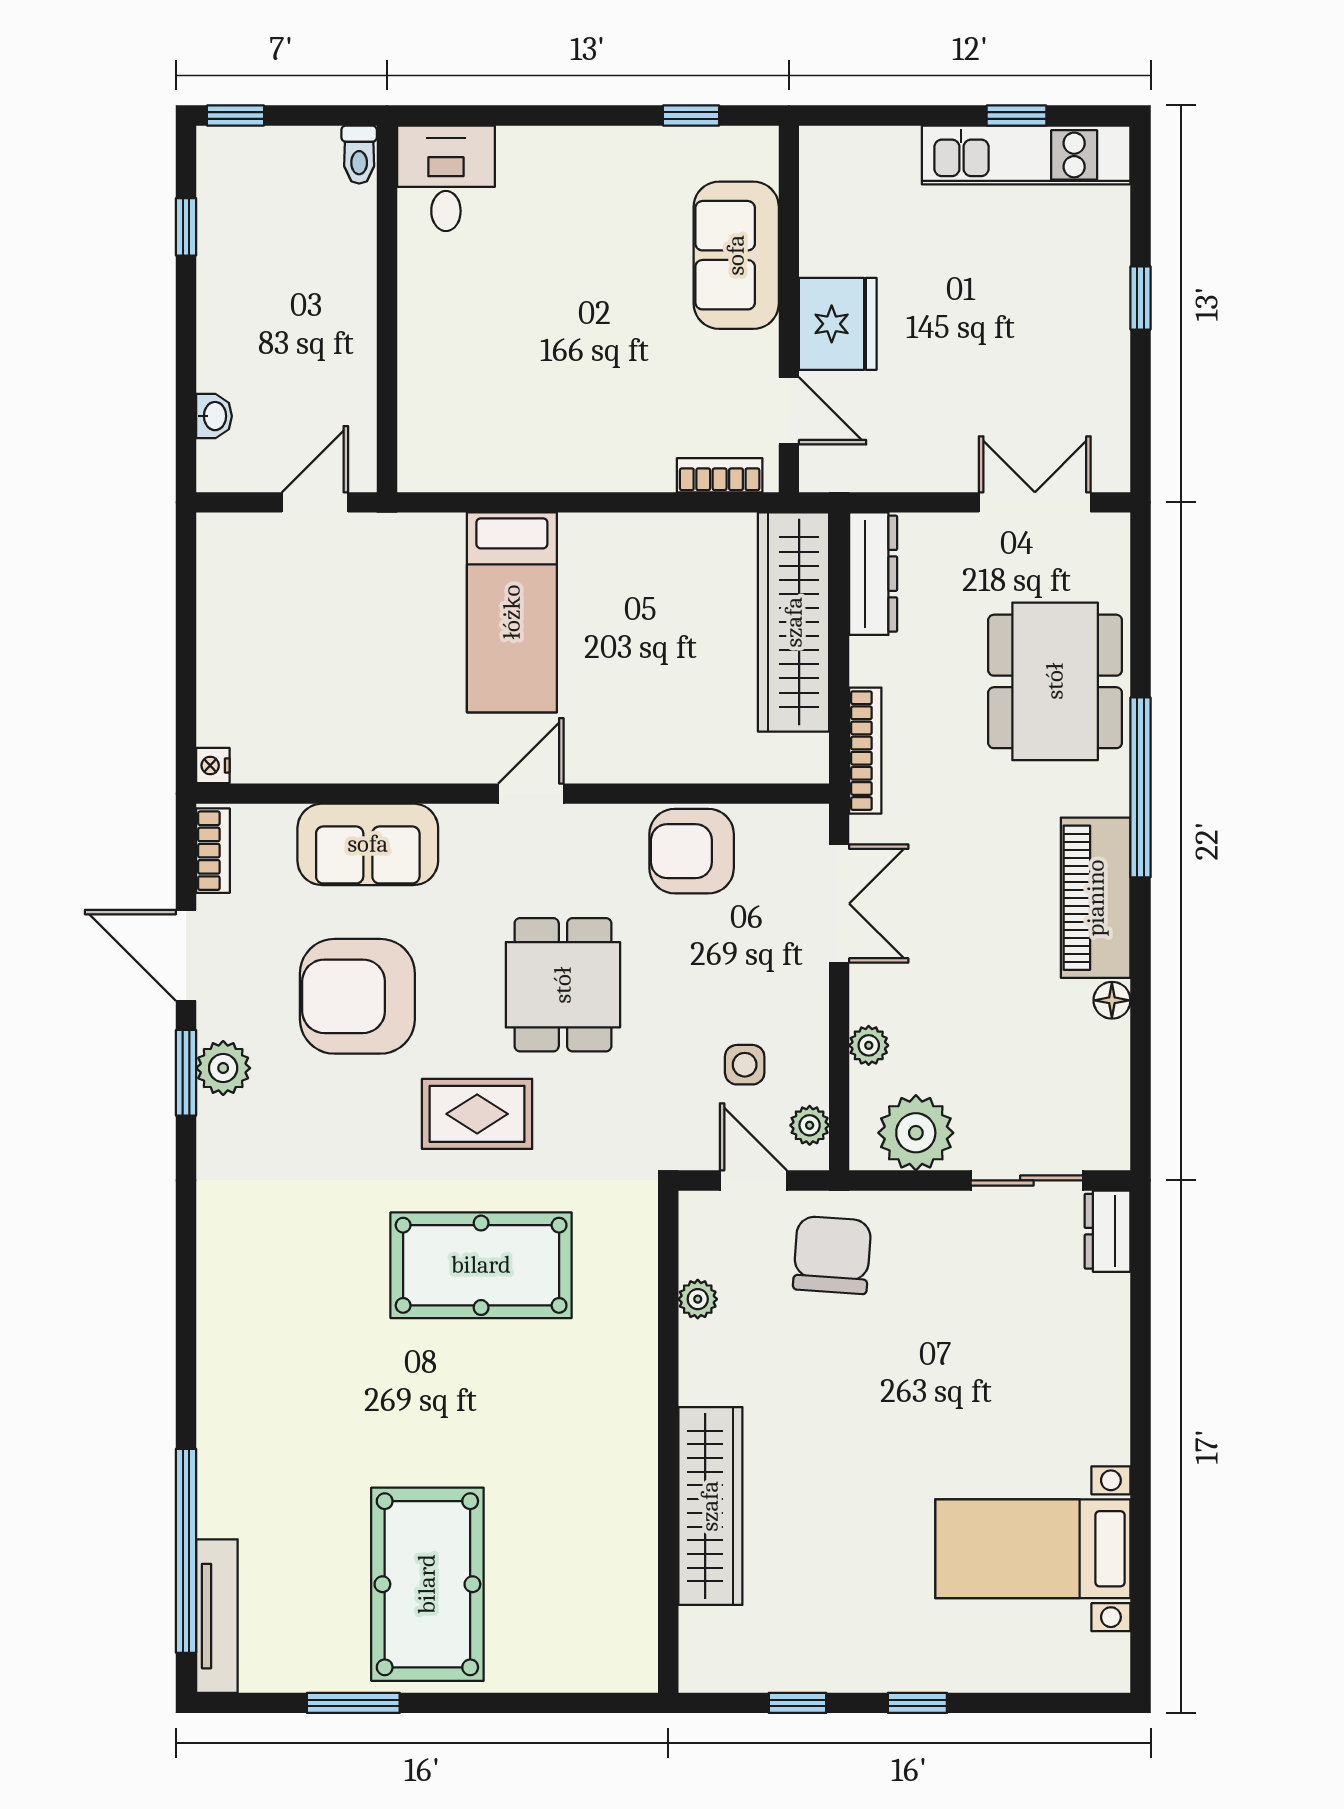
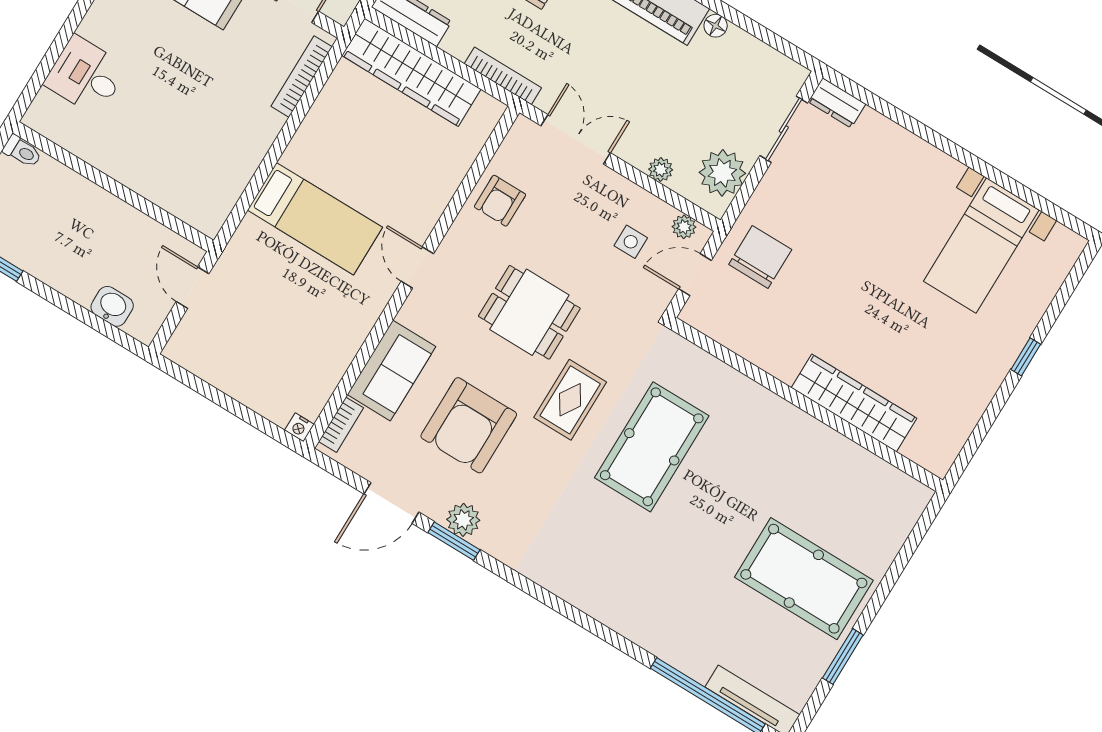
desk: (446, 178) -> (86, 76), moved
washbasin: (214, 416) -> (112, 306), width x1.38, depth x1.45
bookcase: (720, 475) -> (302, 77), width x1.56
bookcase: (213, 851) -> (341, 425), moved, turned 90
armchair: (692, 851) -> (500, 201), width x0.72, depth x0.72
chair: (832, 1255) -> (760, 257), turned 86
plant: (698, 1299) -> (740, 343), removed
window: (798, 1703) -> (987, 421), removed

